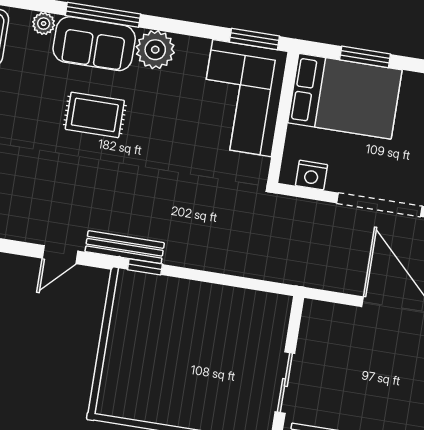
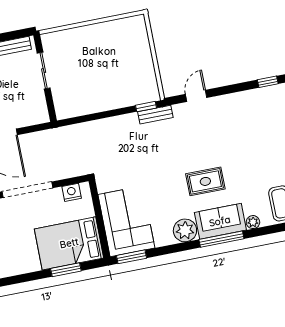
bench: (125, 247) -> (155, 115), width x0.73

